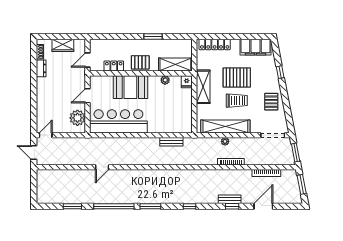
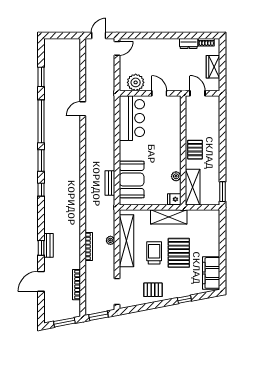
window: (153, 37) -> (223, 192), moved
locker: (215, 45) -> (214, 229), removed
locker: (114, 66) -> (191, 121), removed
booth: (130, 87) -> (132, 179), moved
trolley: (237, 101) -> (154, 253), turned 180
bar counter: (118, 121) -> (132, 118), width x0.73
door: (46, 135) -> (117, 48), hinge flipped
door: (102, 167) -> (83, 109), hinge flipped
window: (189, 206) -> (41, 190), moved
door: (263, 206) -> (41, 281), swing flipped

